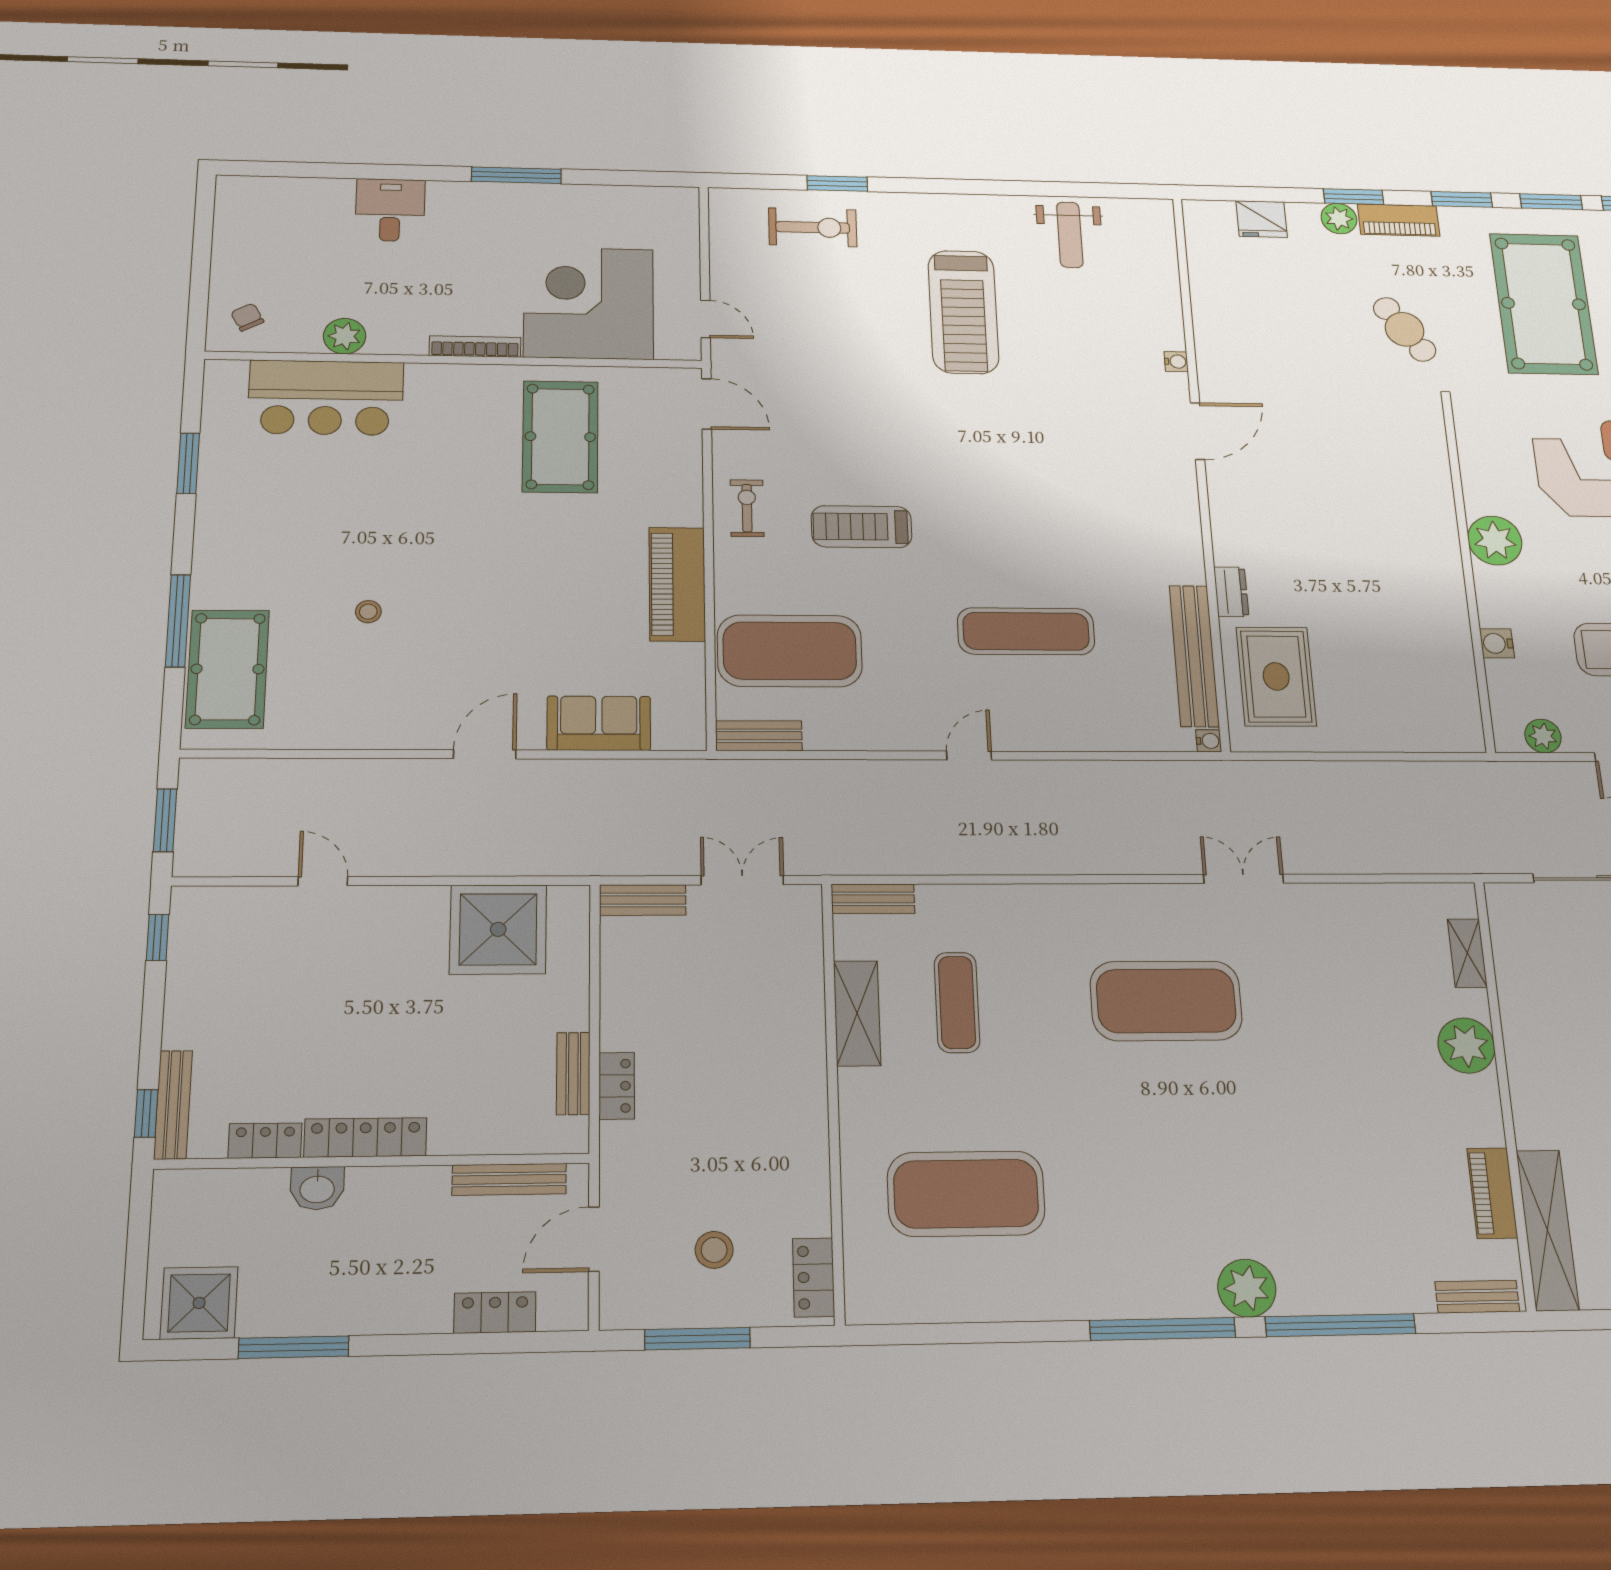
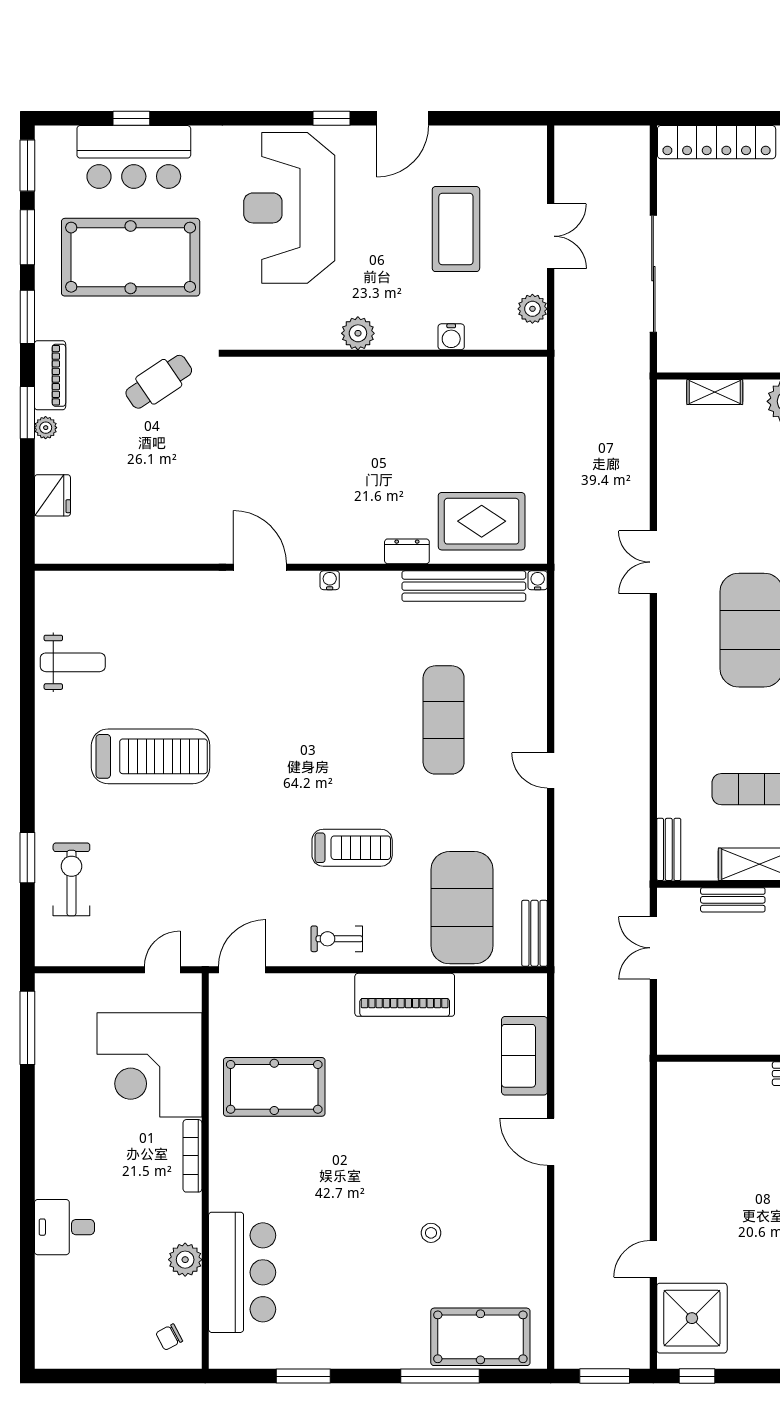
window: (516, 175) -> (27, 1028), moved
plant: (1339, 219) -> (46, 428), width x0.73, depth x0.73
water cooler: (1176, 362) -> (330, 580), moved
treadmill: (862, 527) -> (352, 848), turned -90
plant: (1495, 541) -> (358, 333), width x0.73, depth x0.73
bench: (643, 900) -> (733, 900), moved, turned 90
shower: (498, 929) -> (692, 1318), moved

